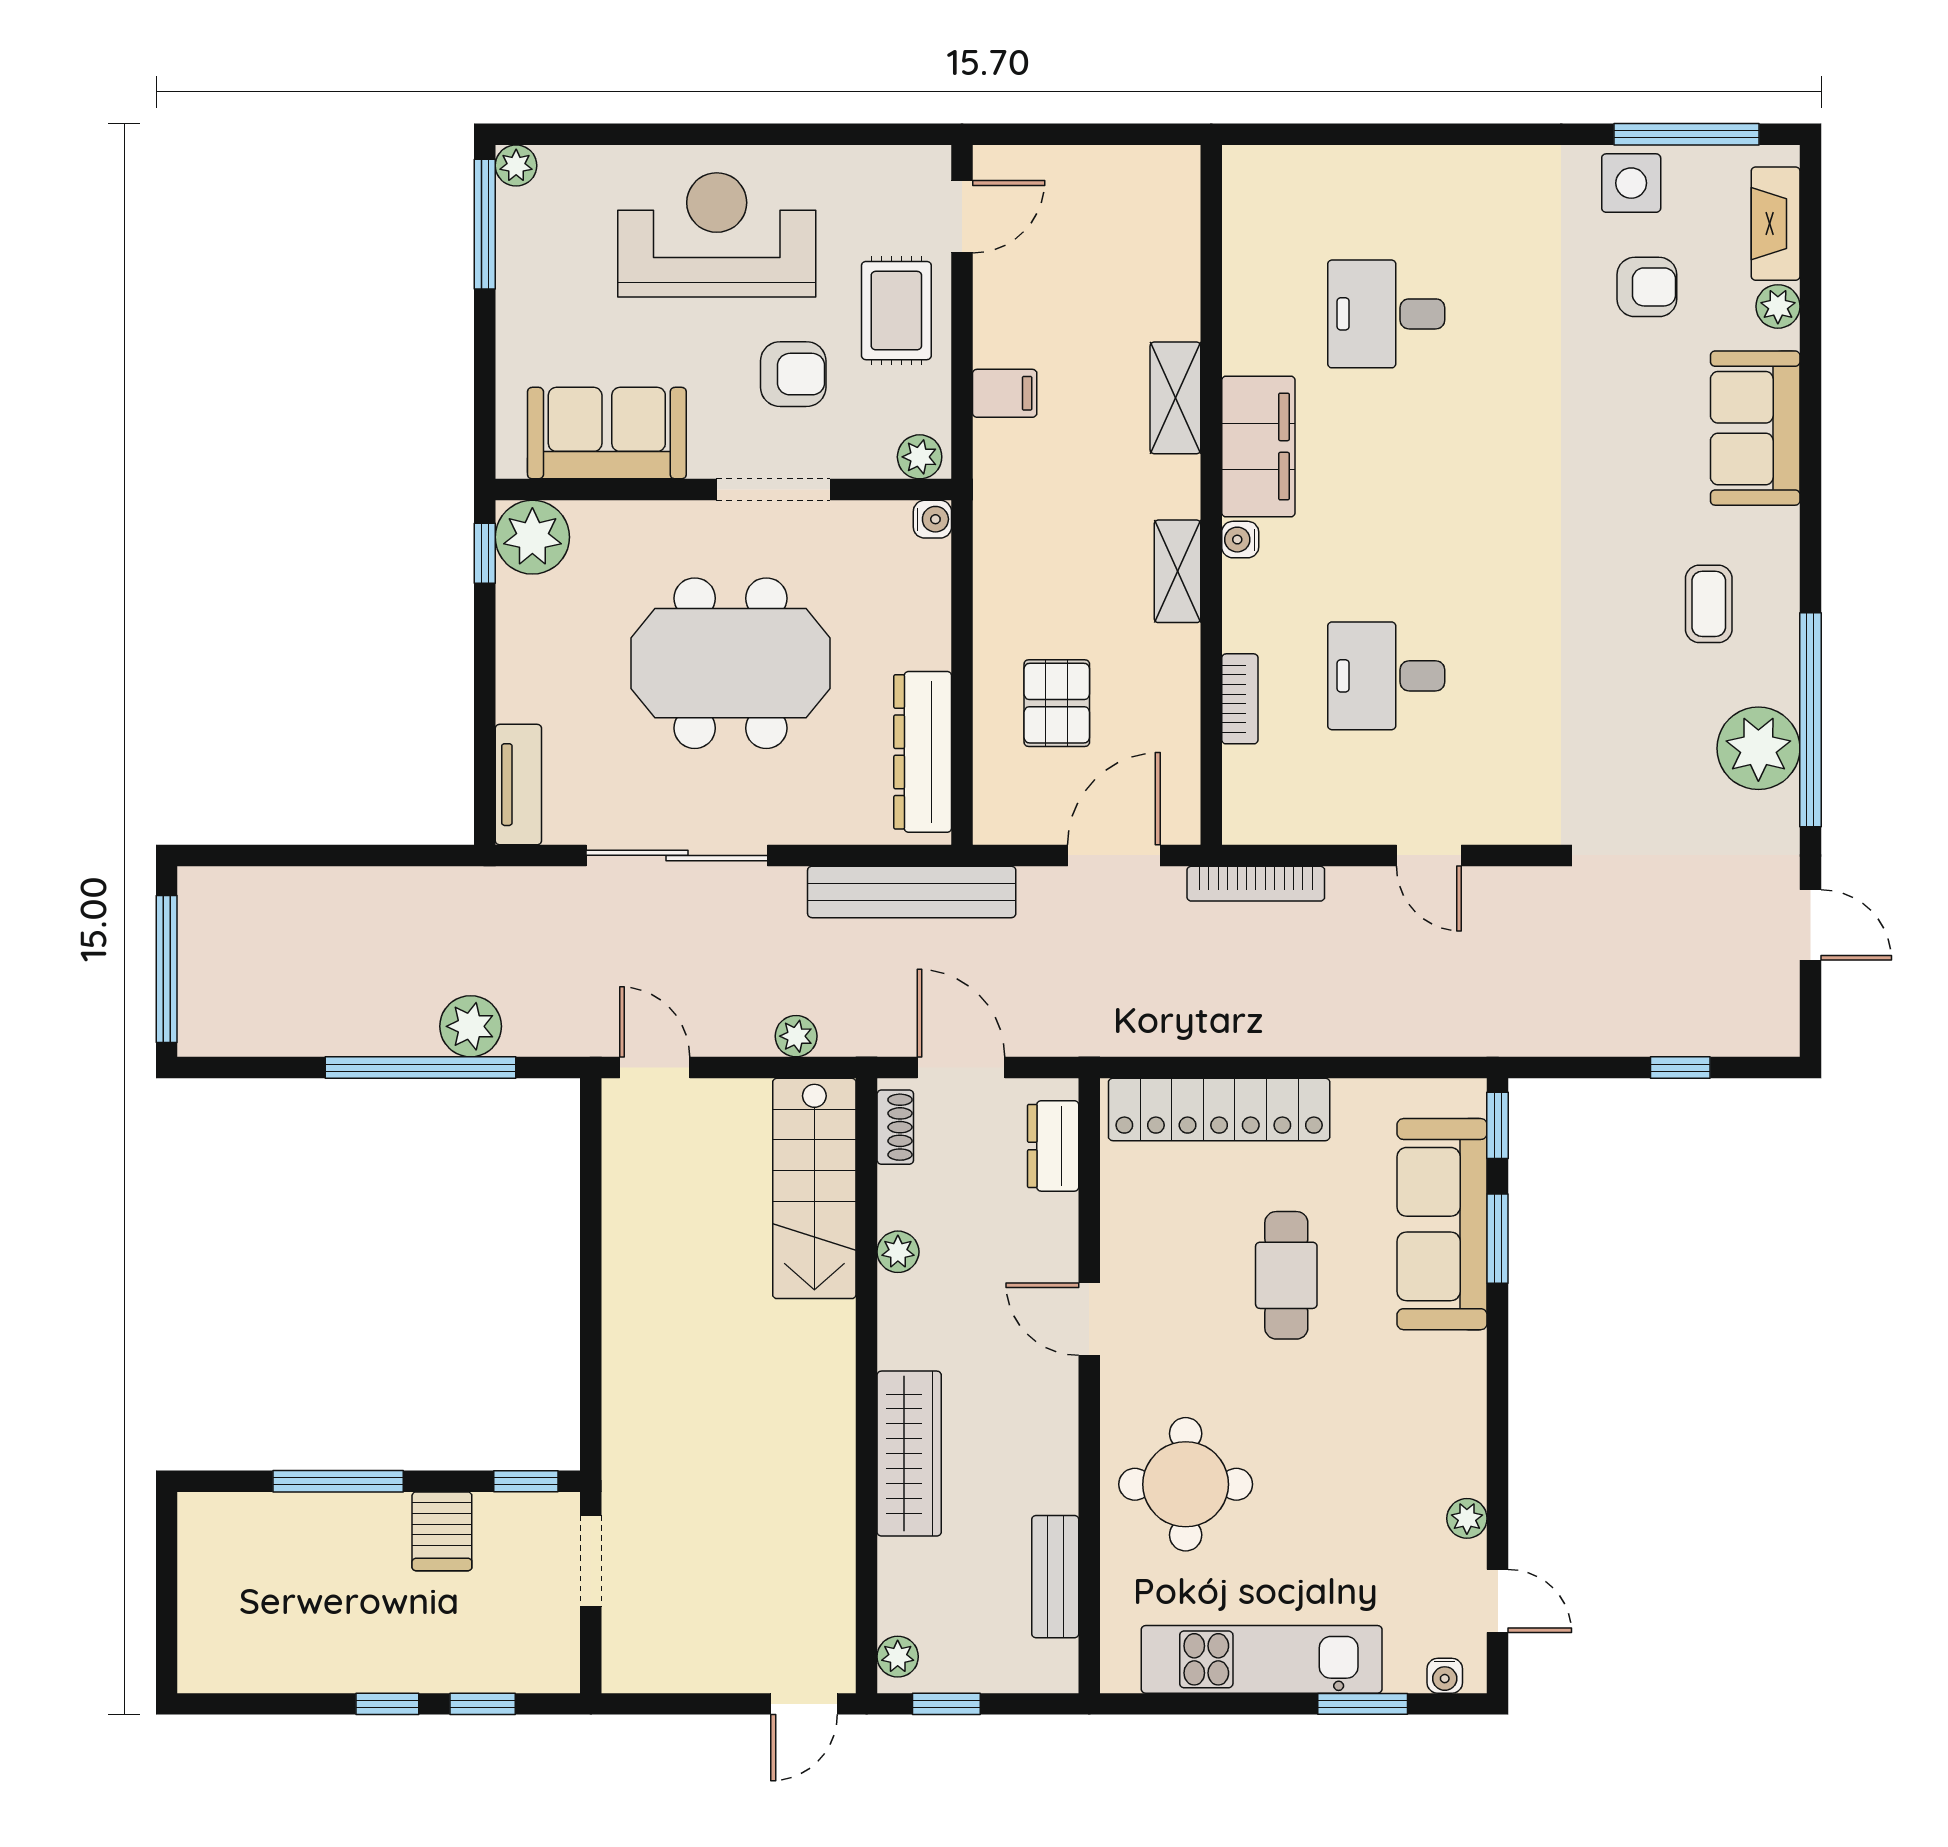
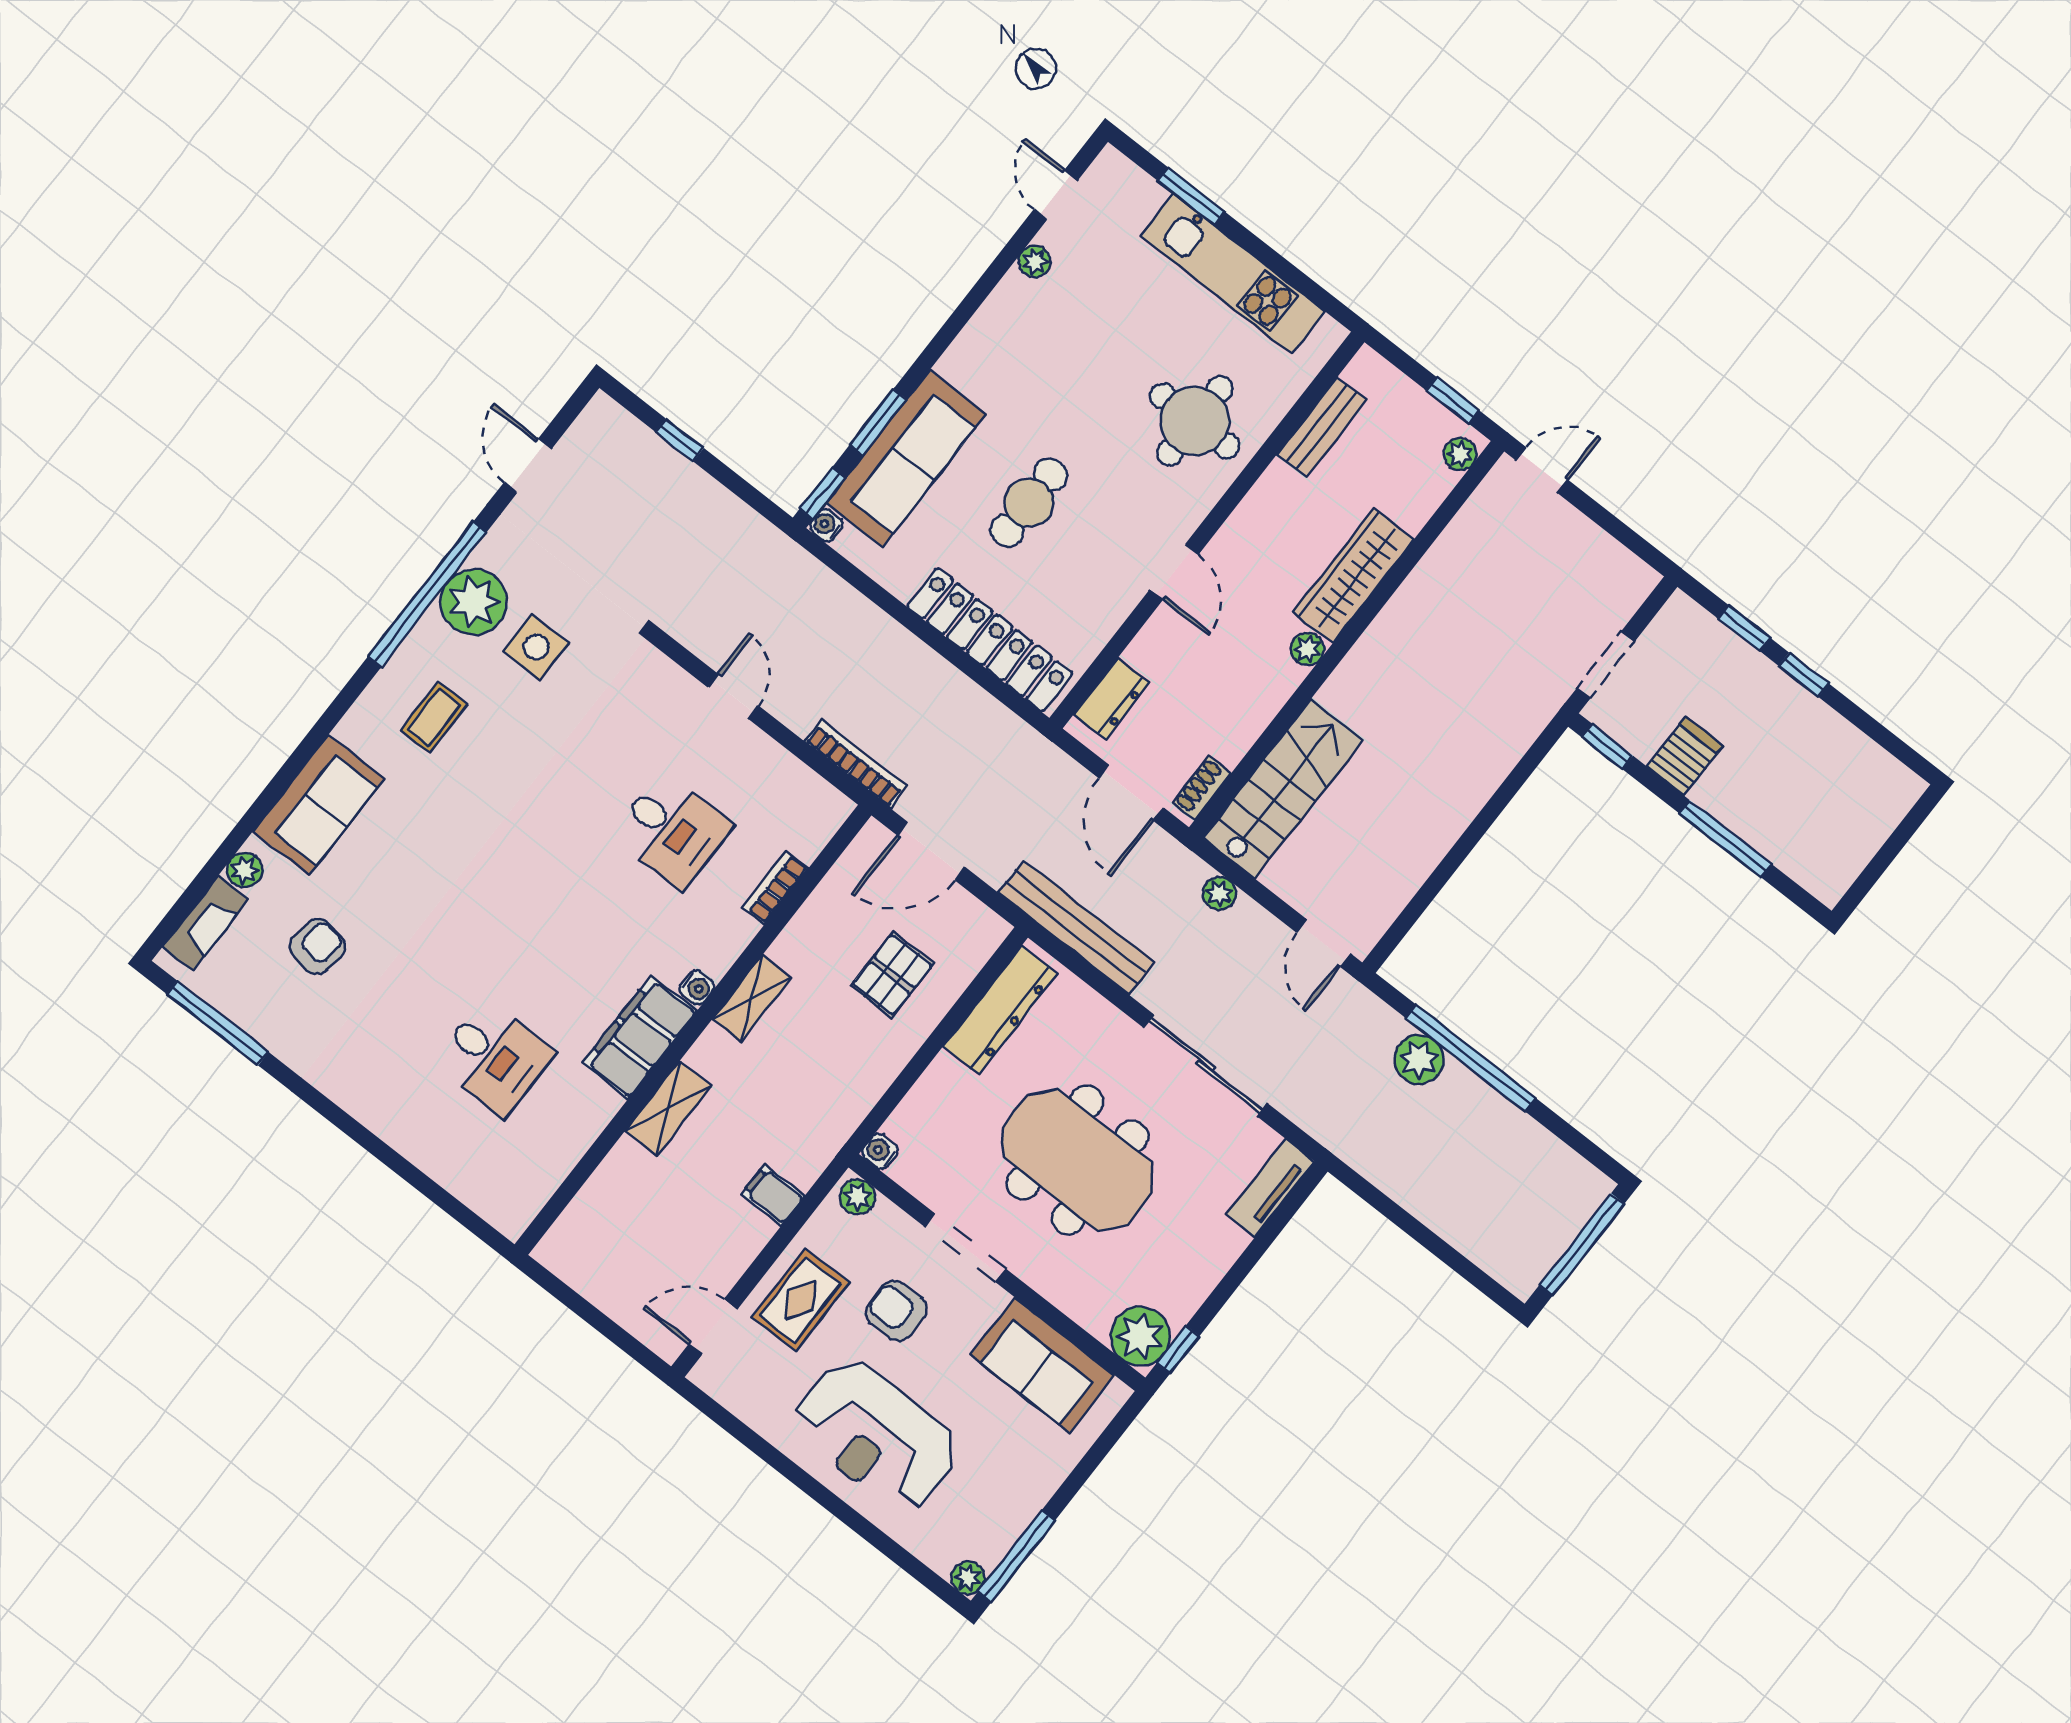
side table: (1631, 183) -> (536, 647), moved
armchair: (1647, 287) -> (317, 947), turned 98
plant: (898, 1252) -> (1307, 649), moved
water cooler: (1445, 1676) -> (826, 525), moved, turned -90

